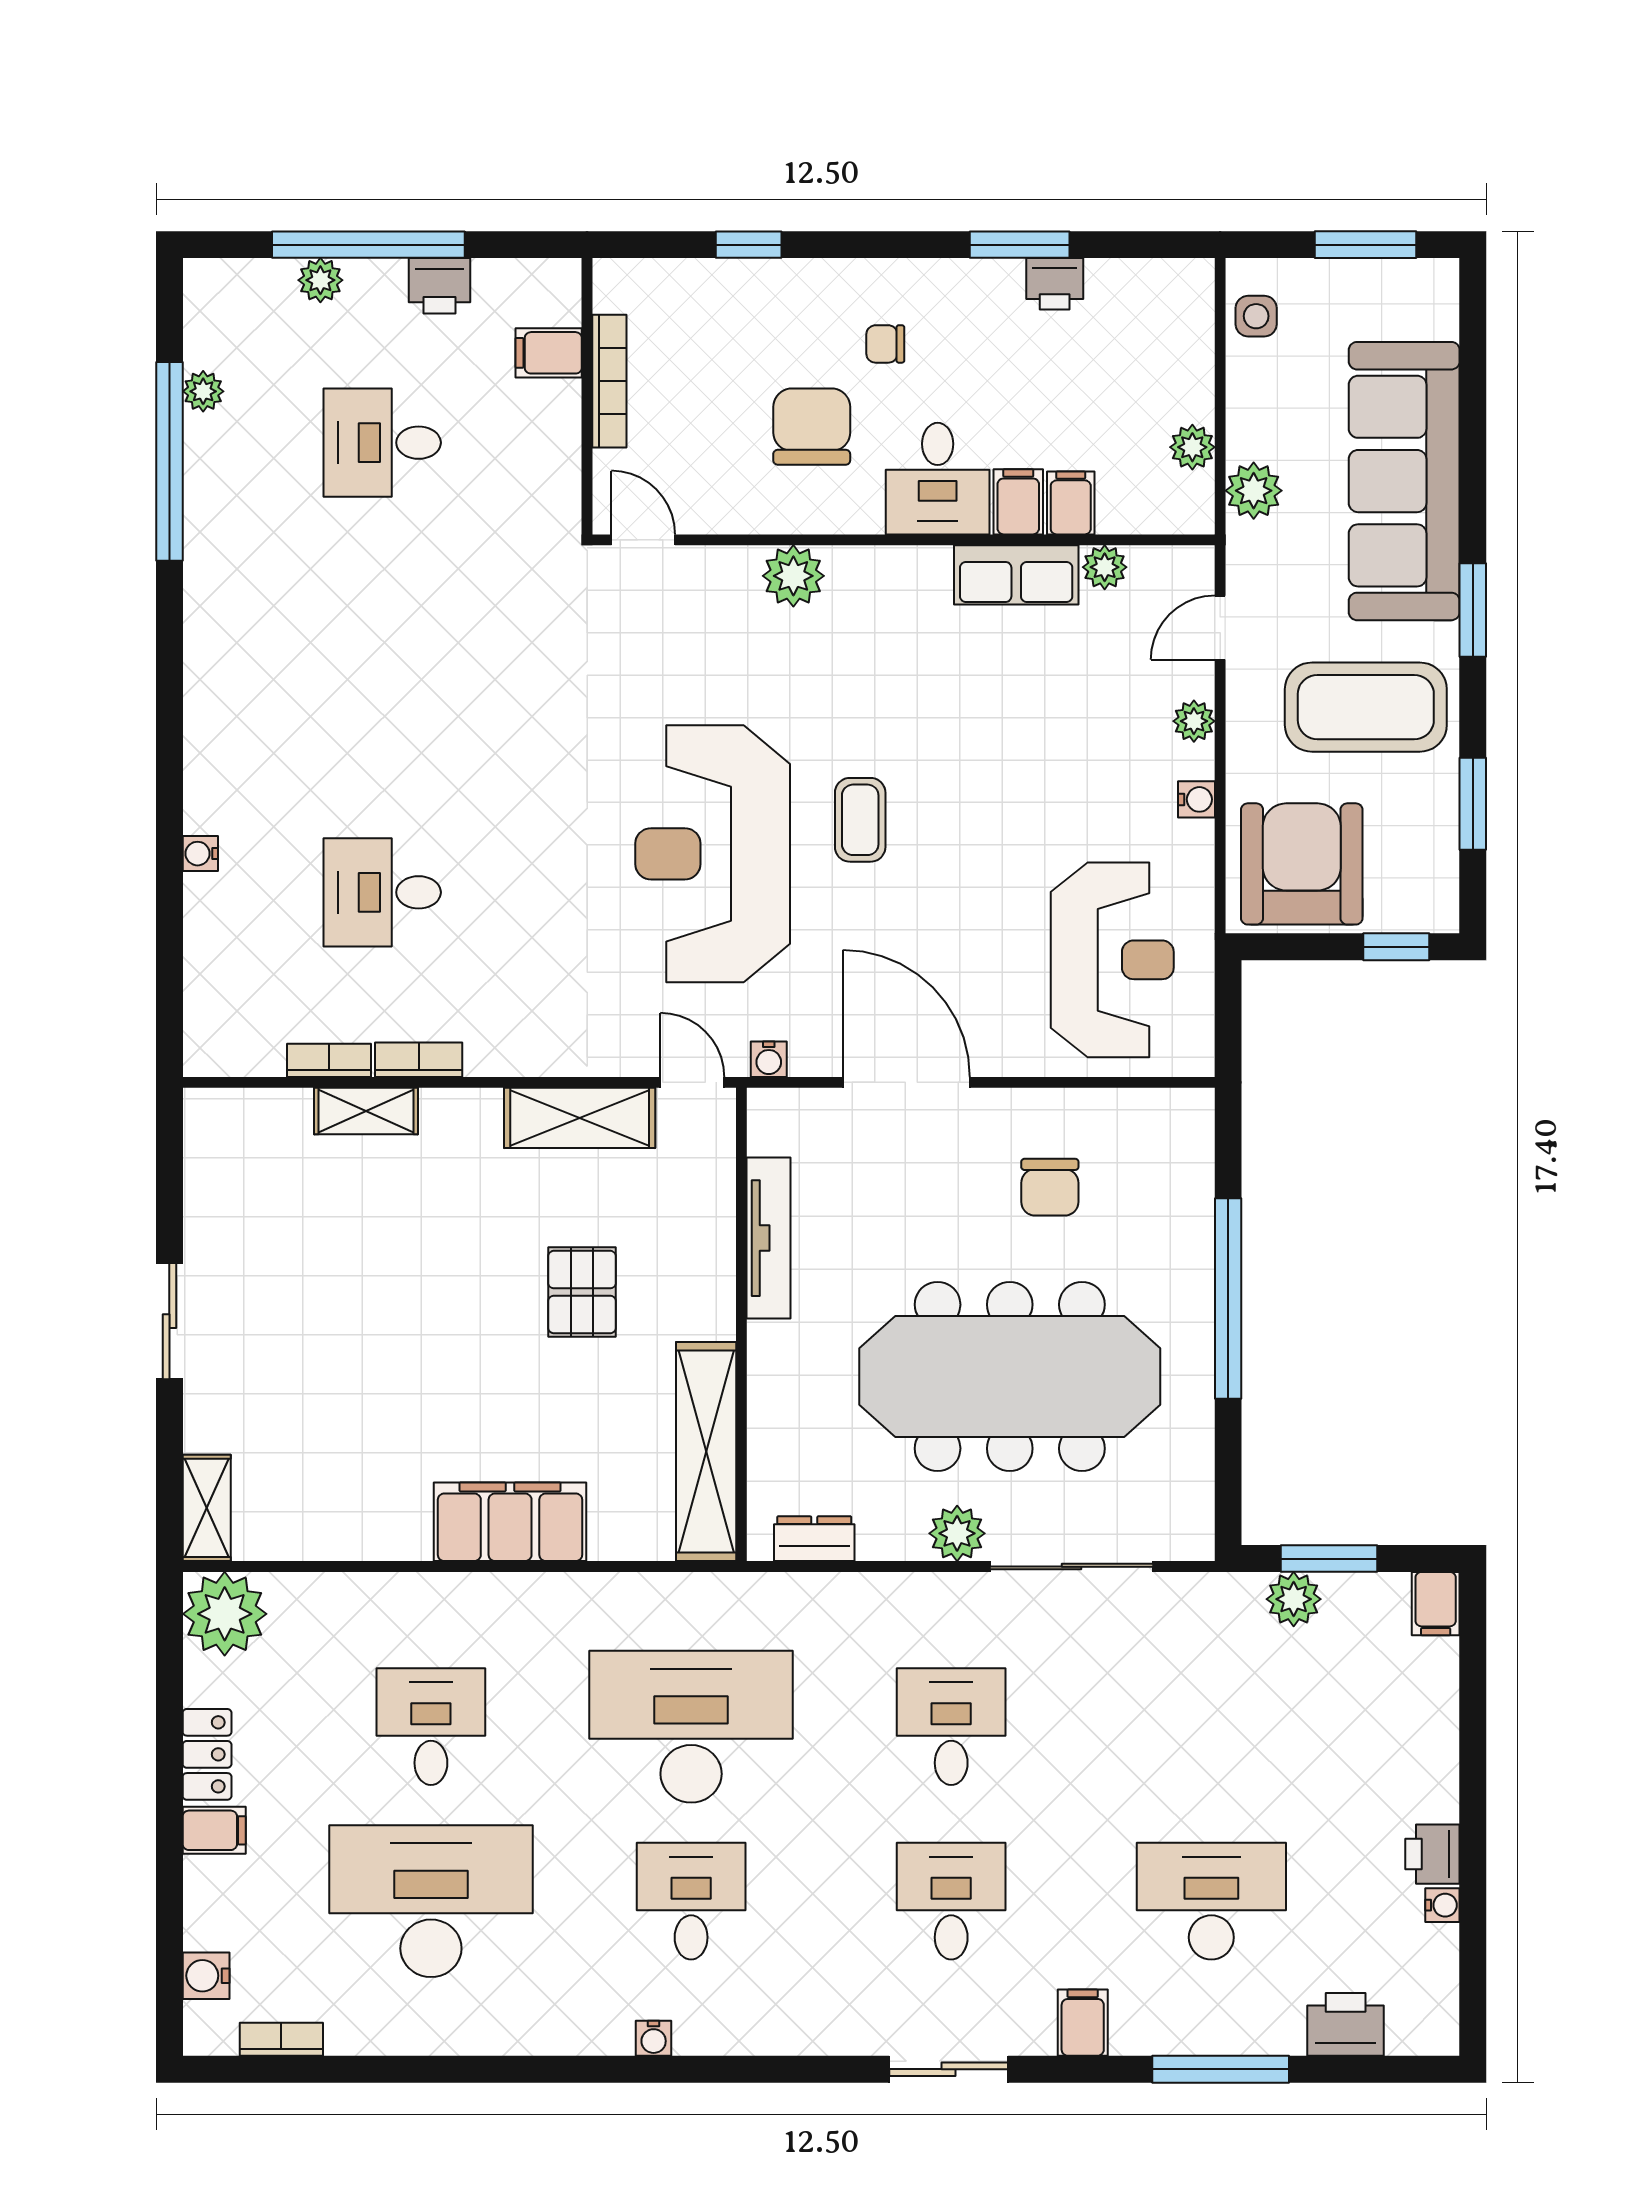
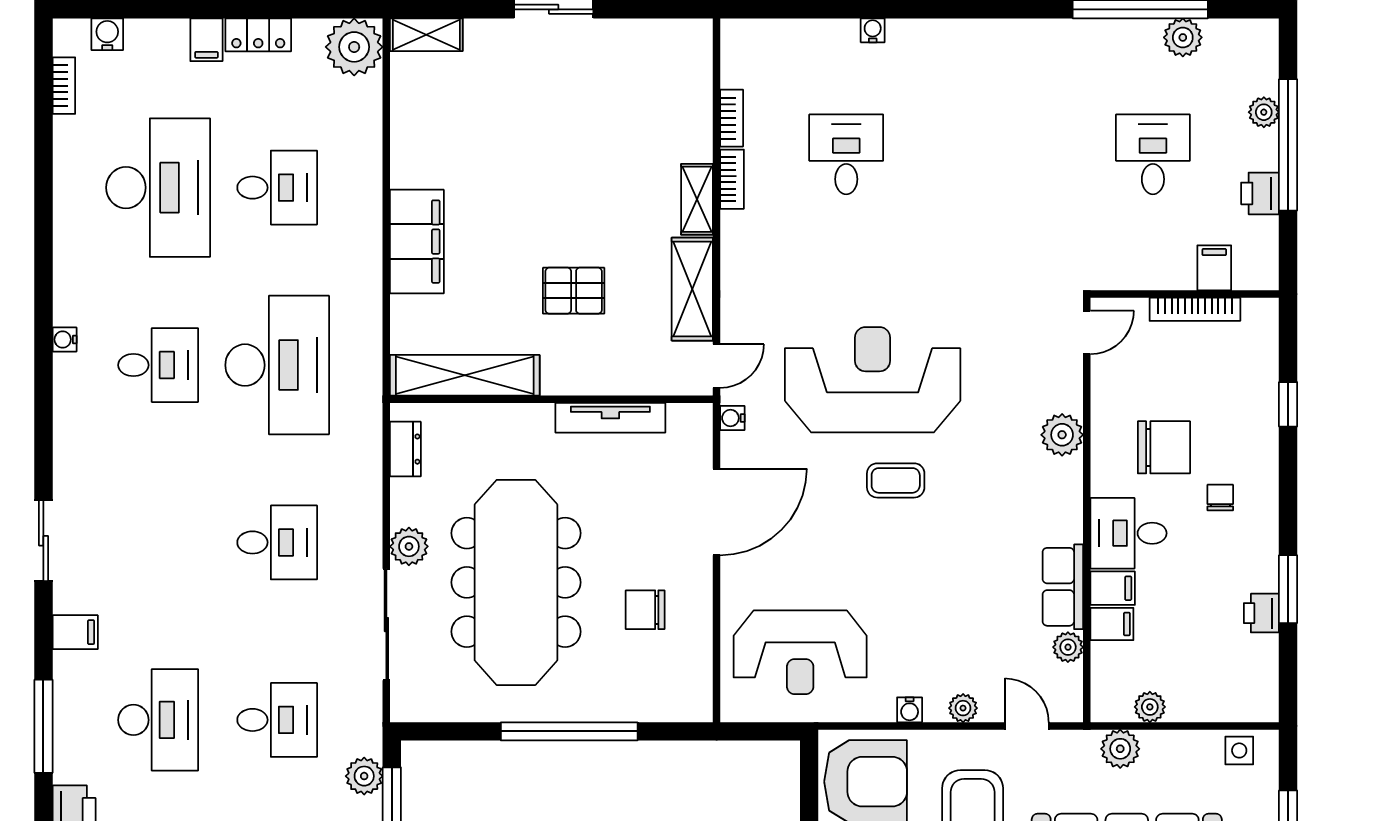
plant: (203, 391) -> (1183, 37), width x1.38, depth x1.38
shelving: (366, 1111) -> (697, 199), moved
desk: (951, 1901) -> (277, 720), moved

